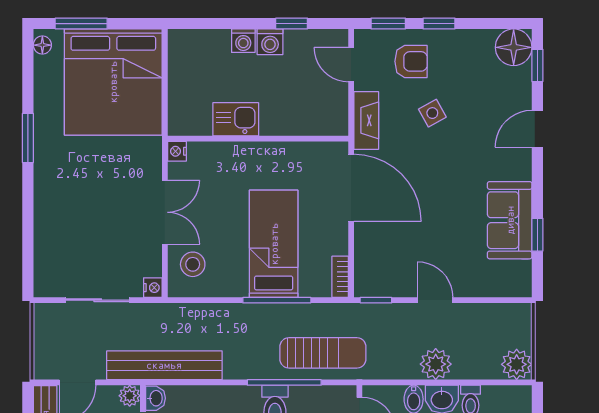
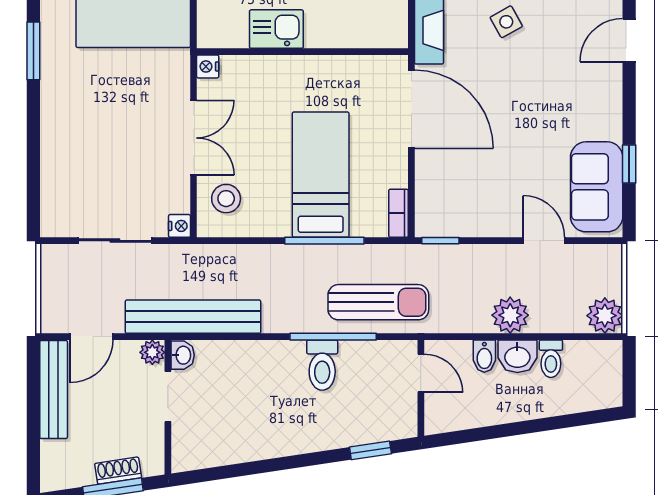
sofa: (510, 220) -> (597, 187), moved
door: (435, 300) -> (544, 241), moved

